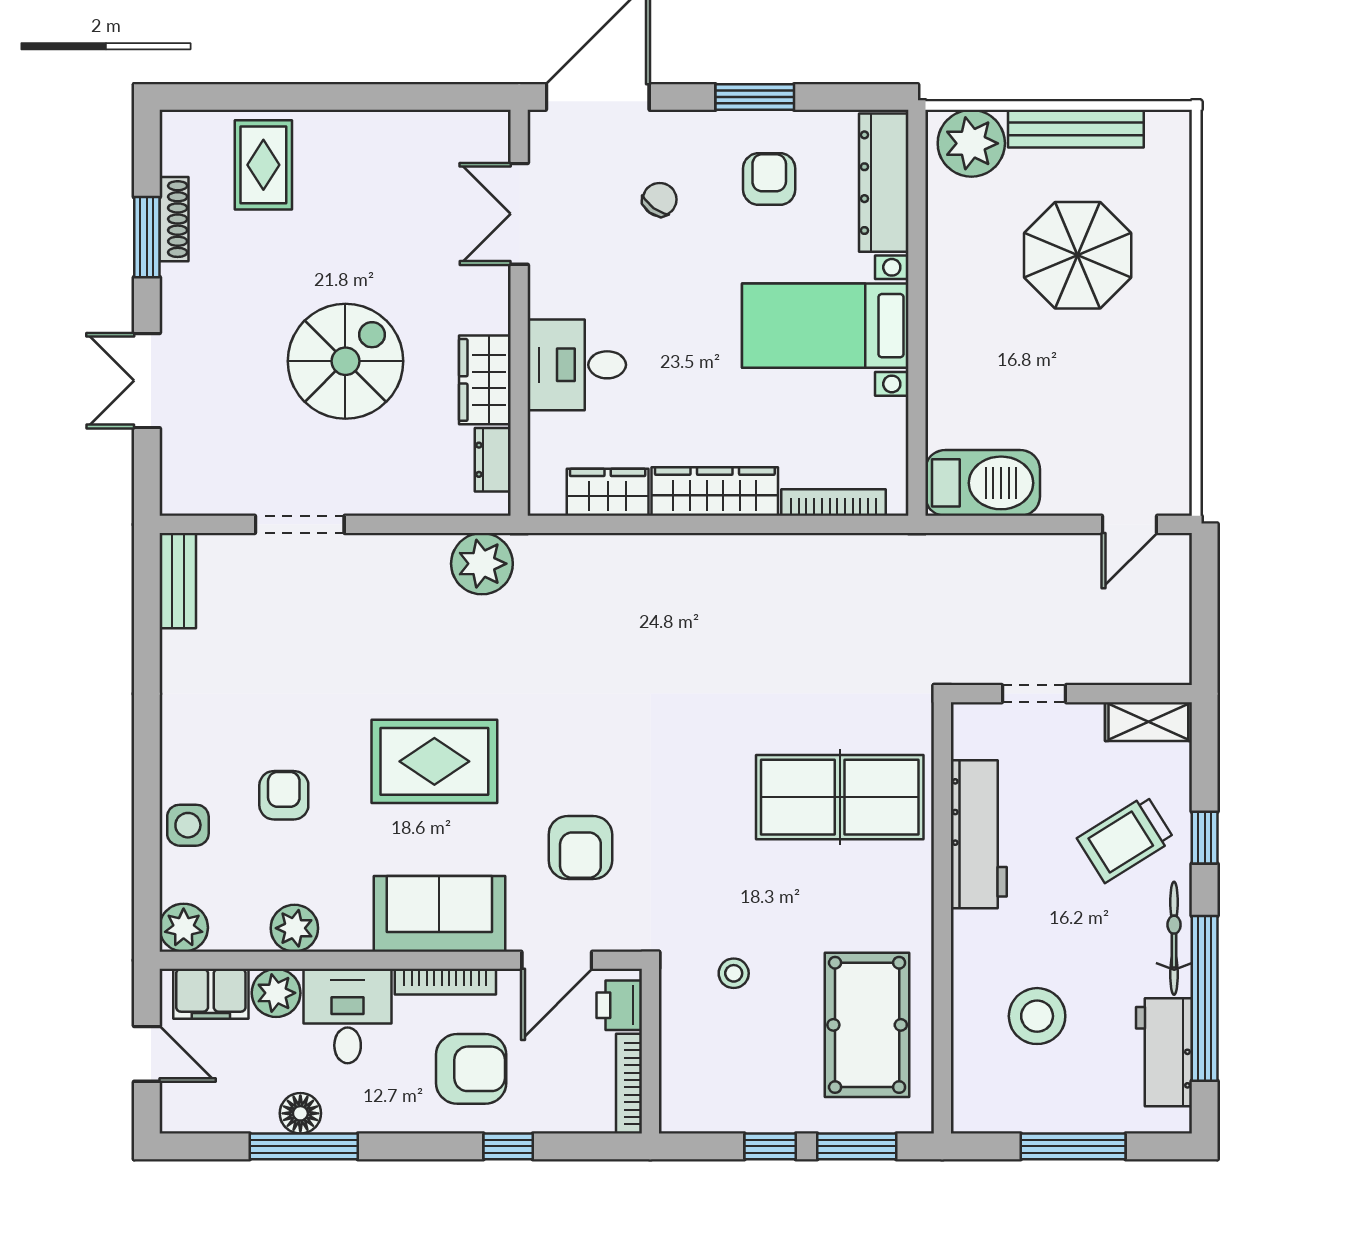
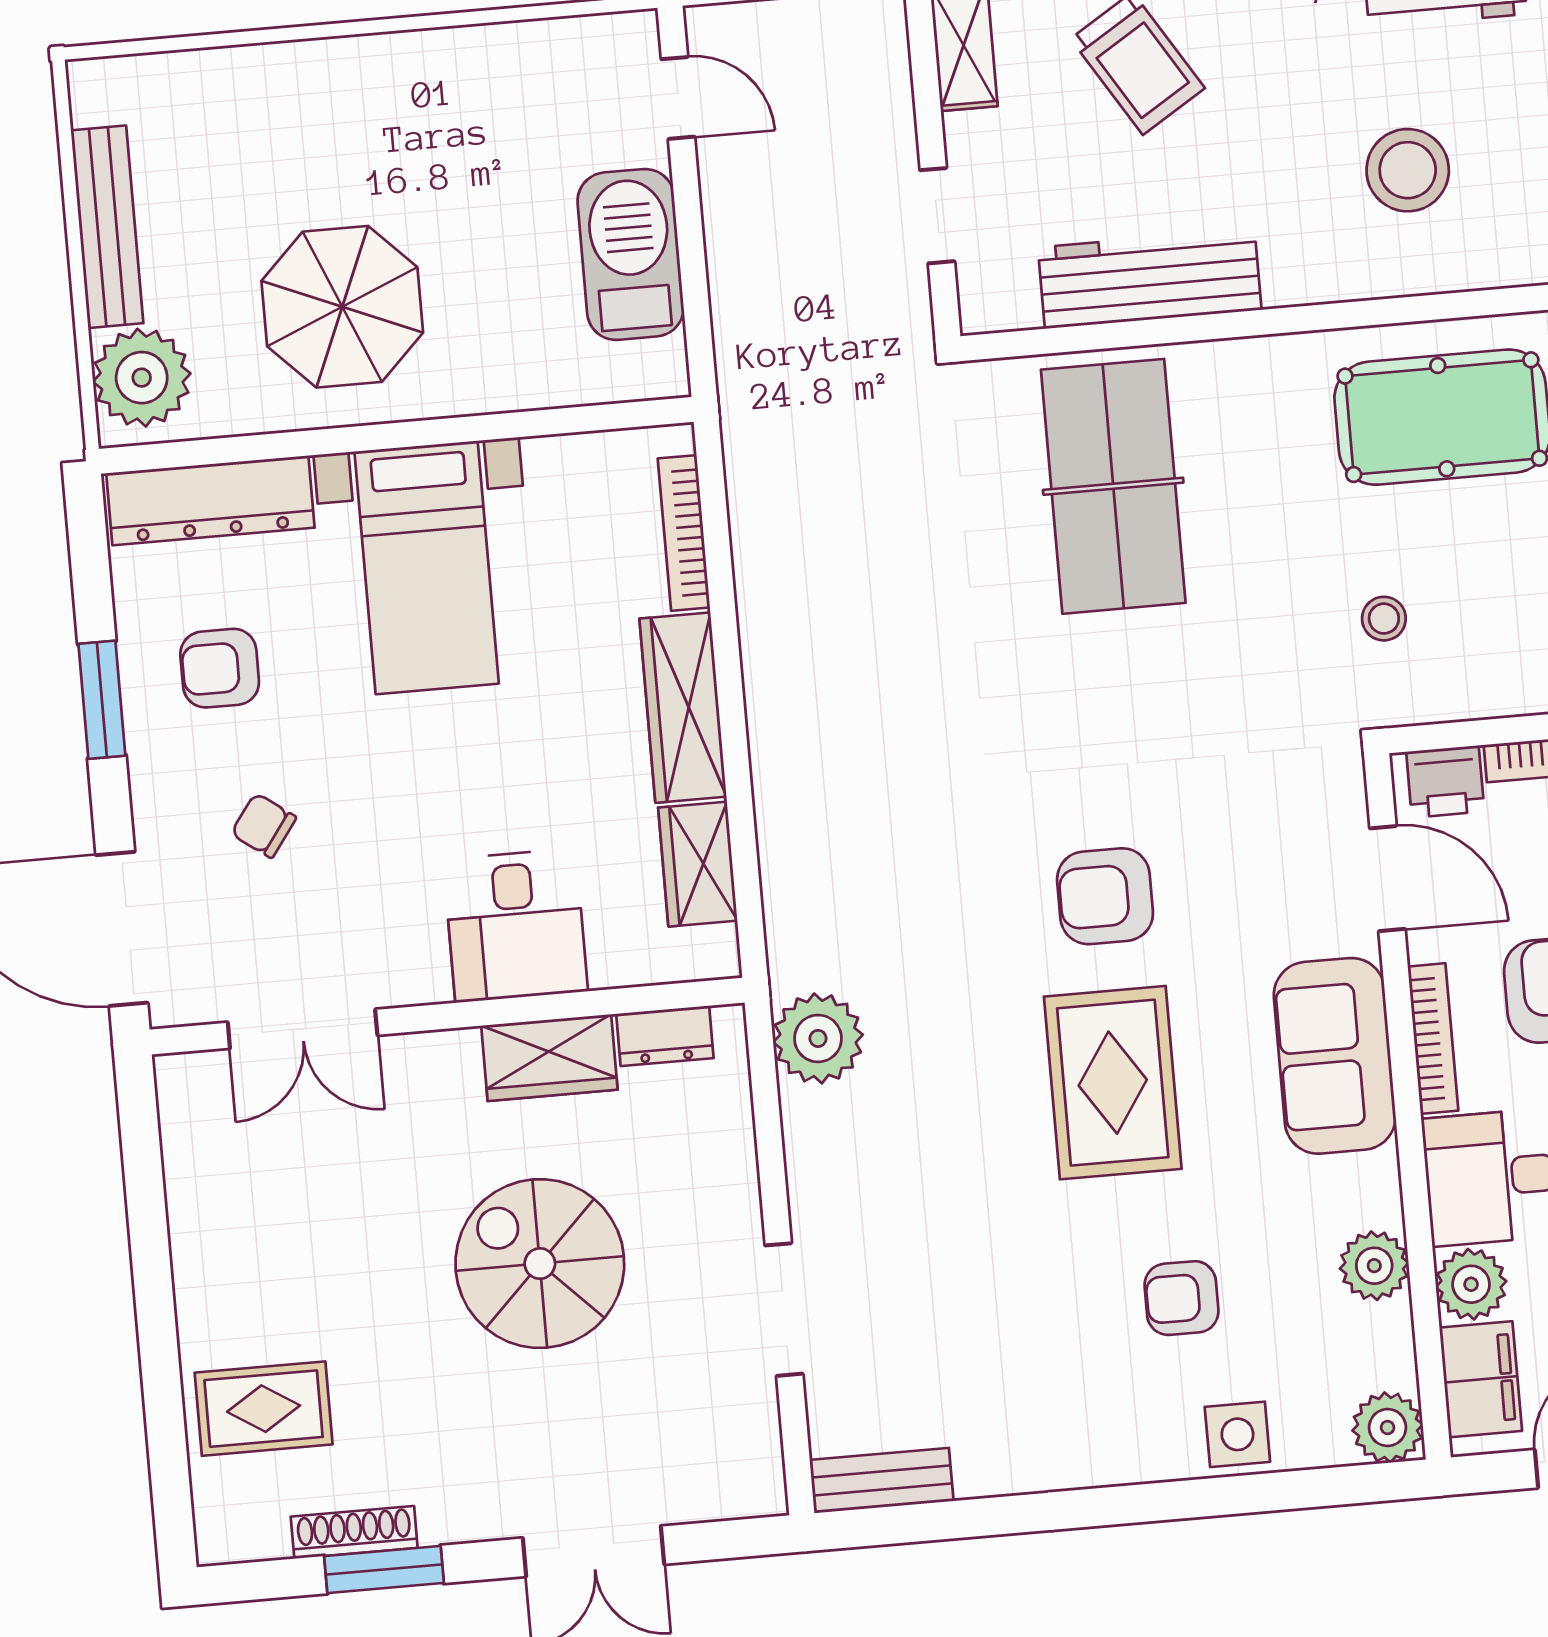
parasol: (1078, 255) -> (342, 307), moved
barbecue: (983, 483) -> (631, 254), moved
armchair: (580, 848) -> (1105, 896), moved, turned 180

